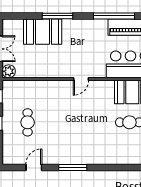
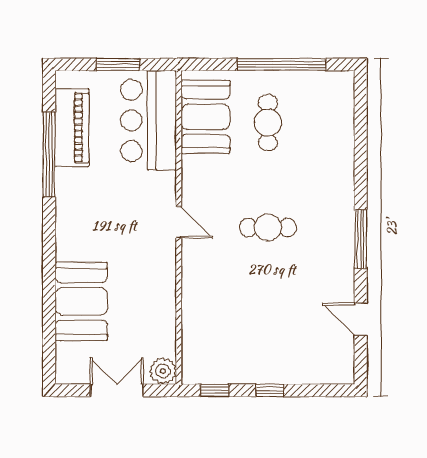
window: (57, 16) -> (49, 271), removed
cafe table: (28, 122) -> (268, 227), moved

